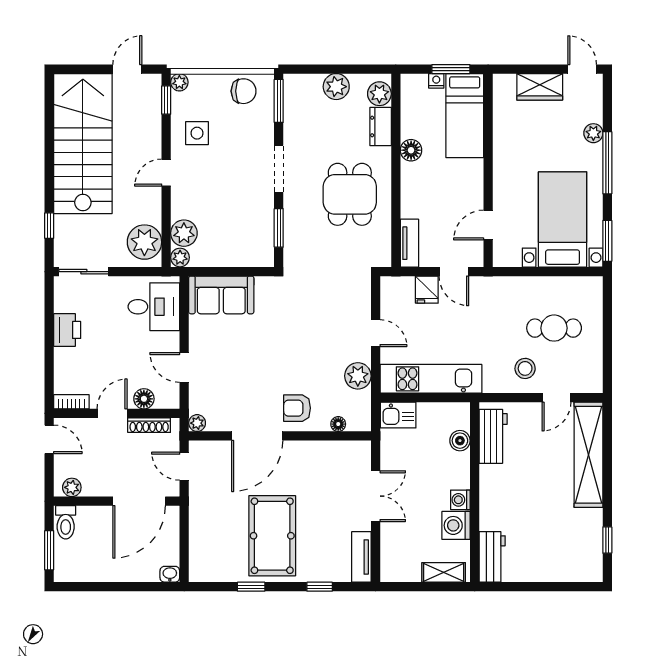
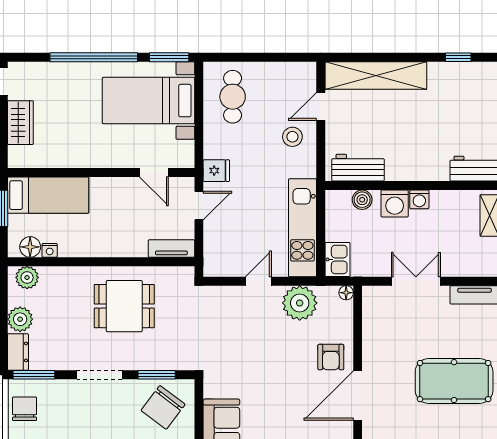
nightstand: (436, 81) -> (50, 250), moved, turned -90
dresser: (381, 126) -> (18, 352), moved, turned -90
plant: (593, 133) -> (65, 71), removed
floor lamp: (411, 150) -> (30, 247), moved
window: (607, 163) -> (94, 57), width x1.46
chair: (245, 235) -> (163, 407), added
fridge: (427, 290) -> (216, 171), moved
cafe table: (554, 328) -> (233, 97), moved
plant: (358, 376) -> (300, 303), width x1.36, depth x1.36
door: (556, 398) -> (321, 106), swing flipped
floor lamp: (338, 424) -> (346, 293), moved
door: (257, 436) -> (358, 395), swing flipped
washing machine: (456, 525) -> (395, 203), moved

